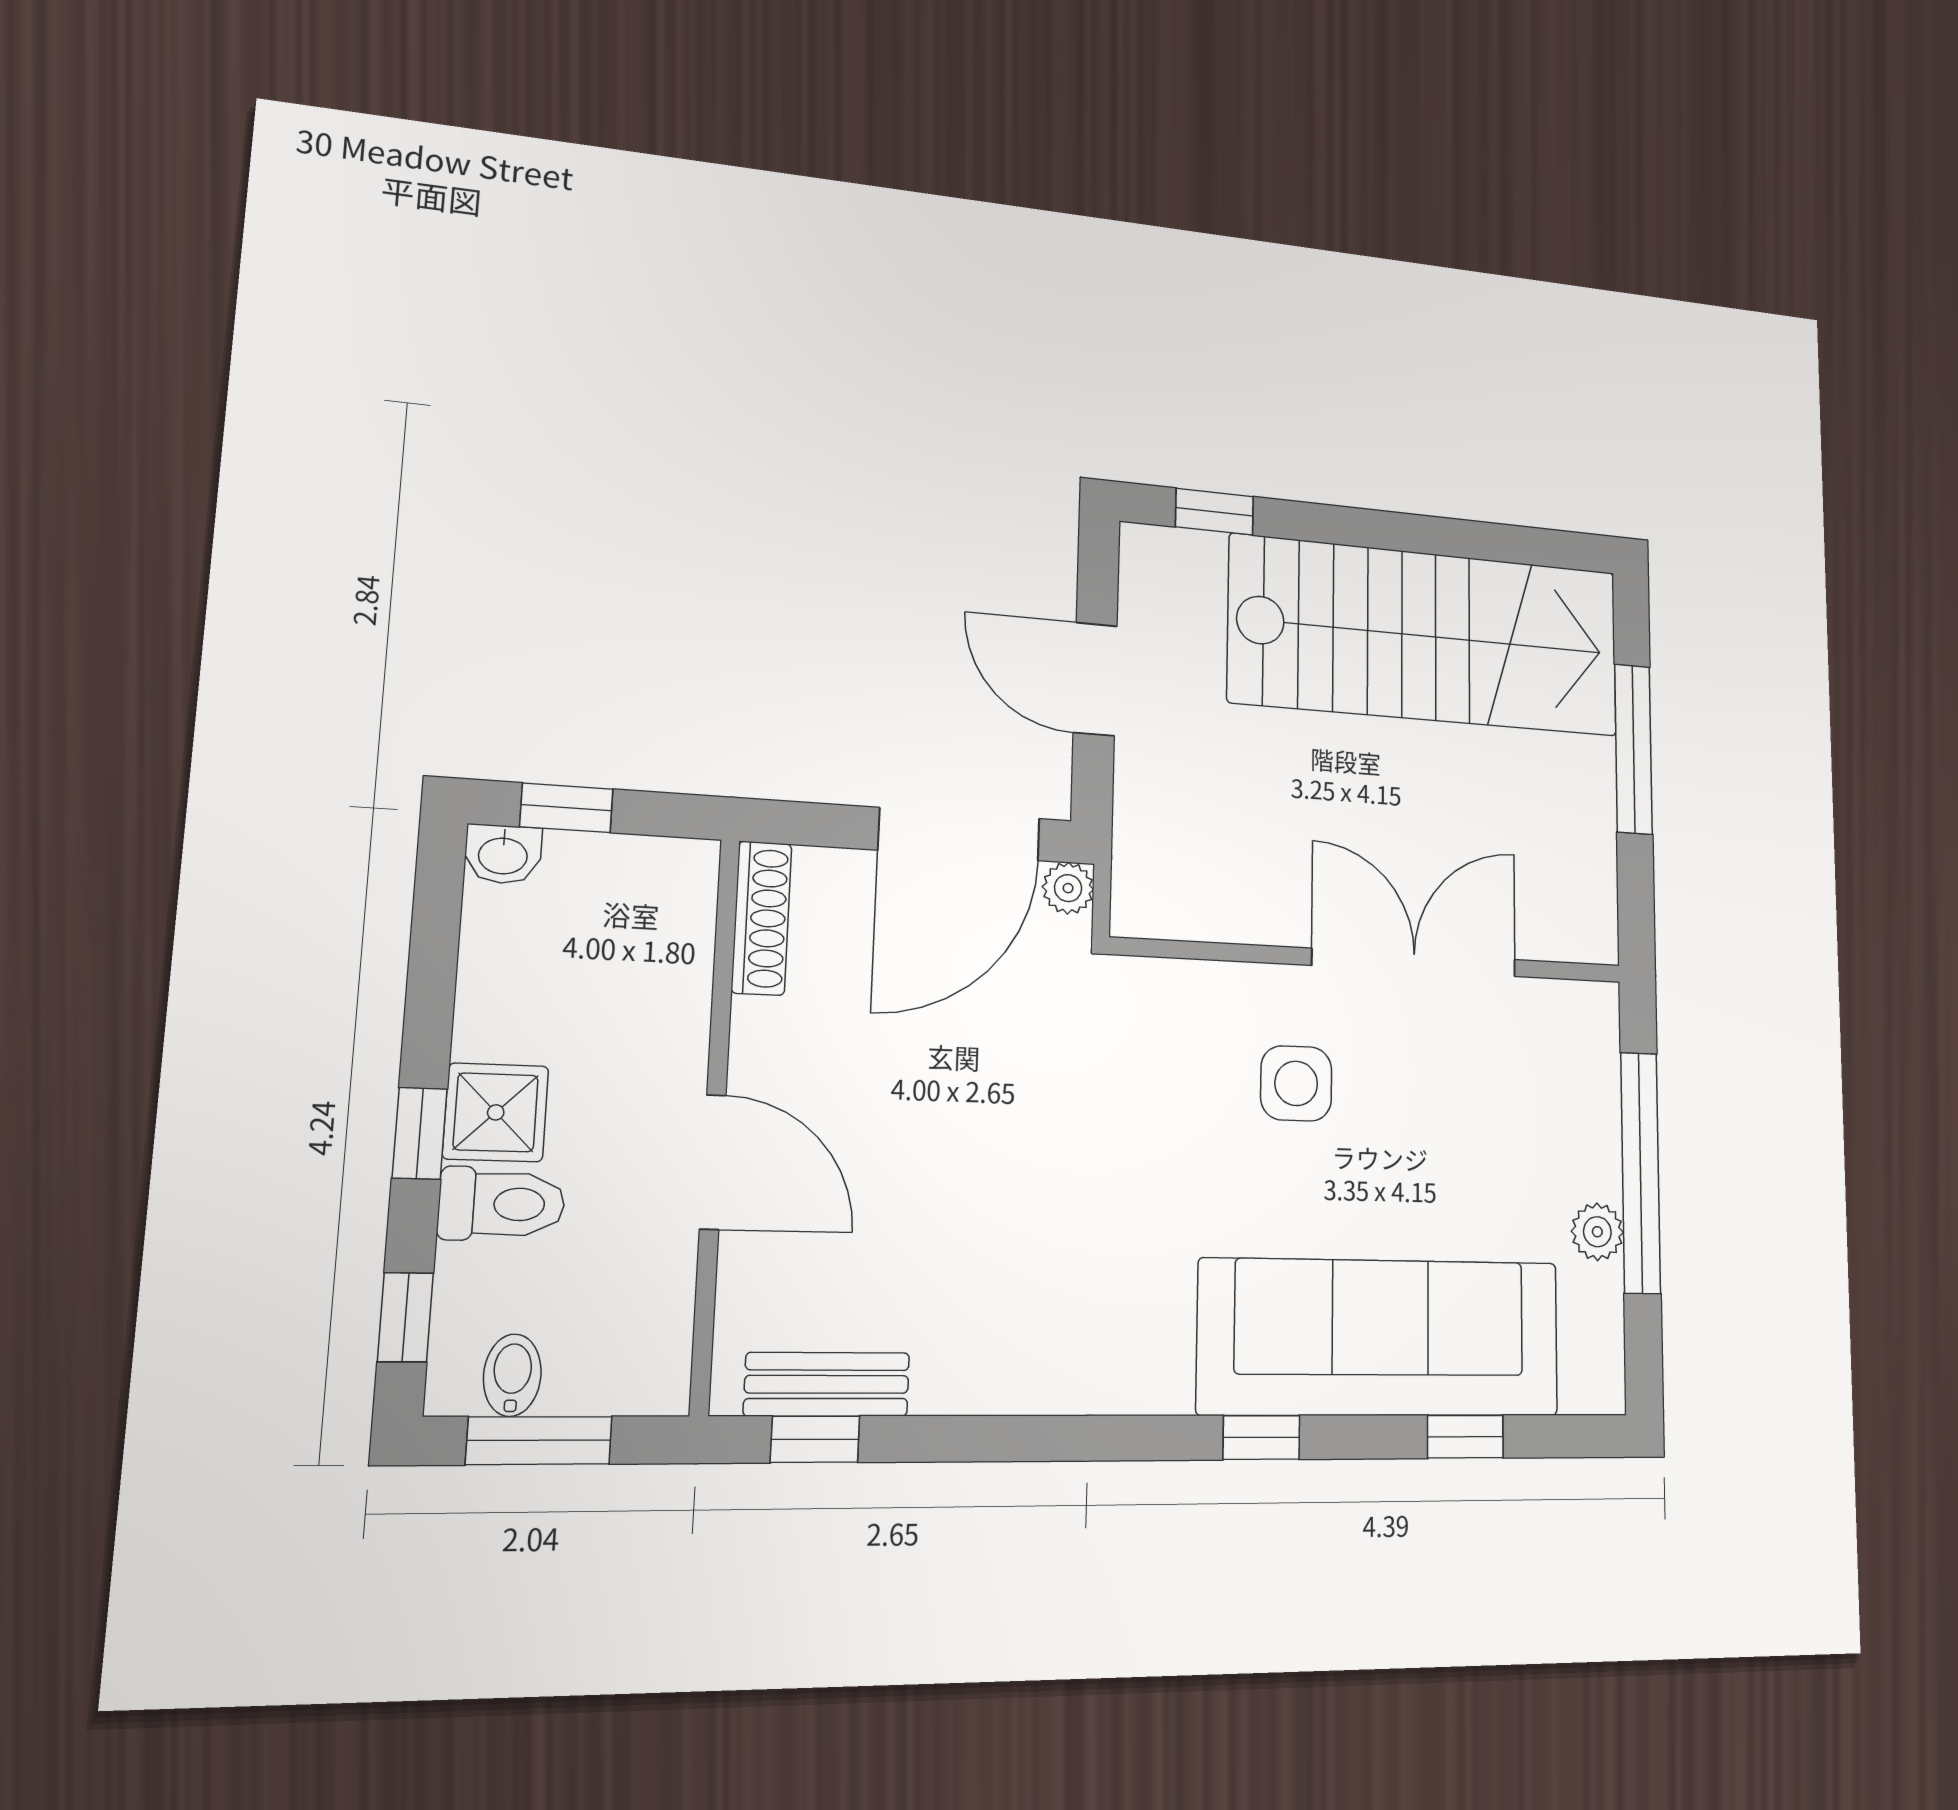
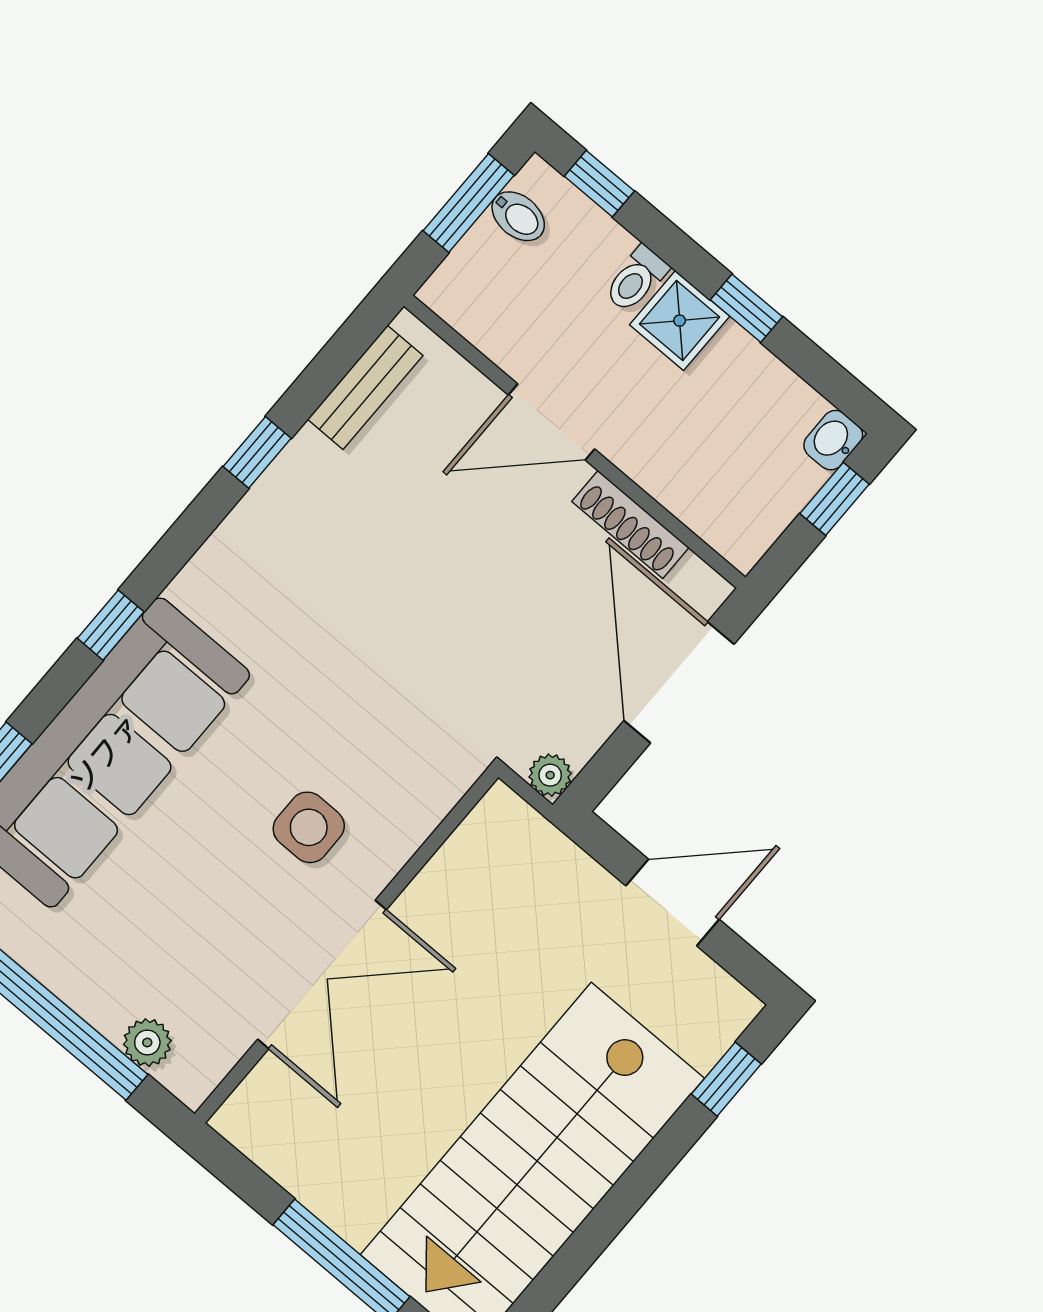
door: (959, 834) -> (679, 682), moved
shoe rack: (762, 918) -> (630, 524), moved
window: (420, 1133) -> (746, 308), moved
toilet: (502, 1204) -> (636, 279), width x0.73, depth x0.72
plant: (1597, 1232) -> (147, 1042), moved
window: (815, 1439) -> (257, 452), moved

